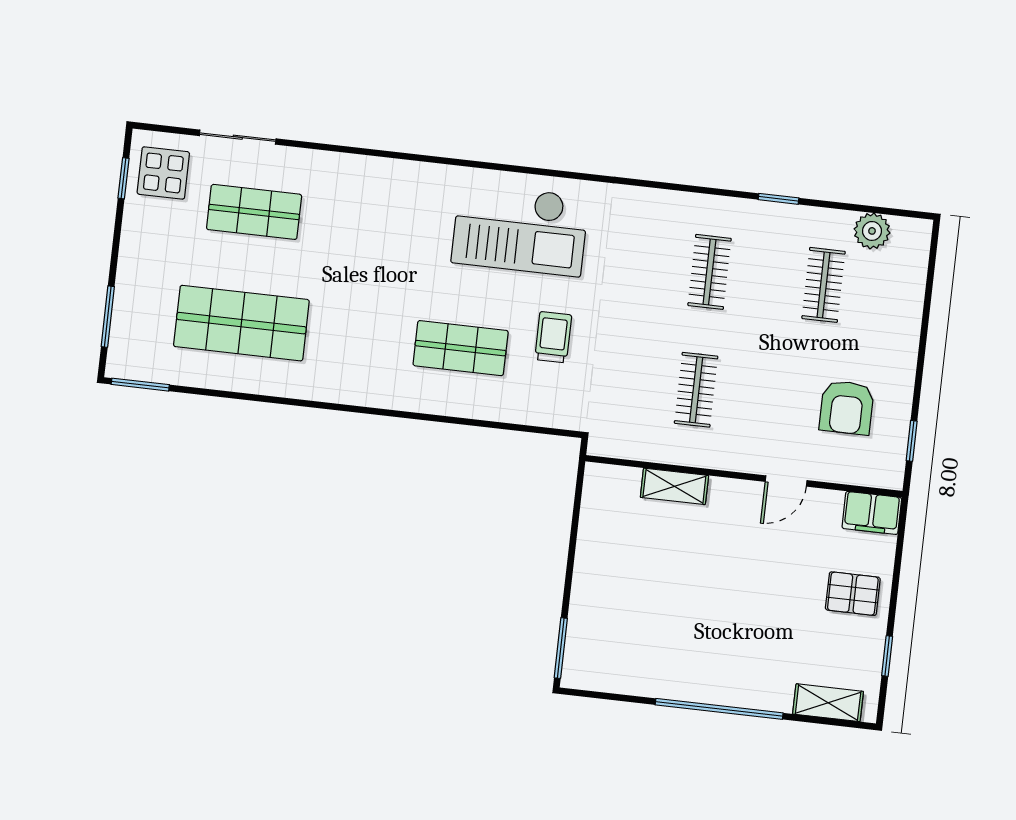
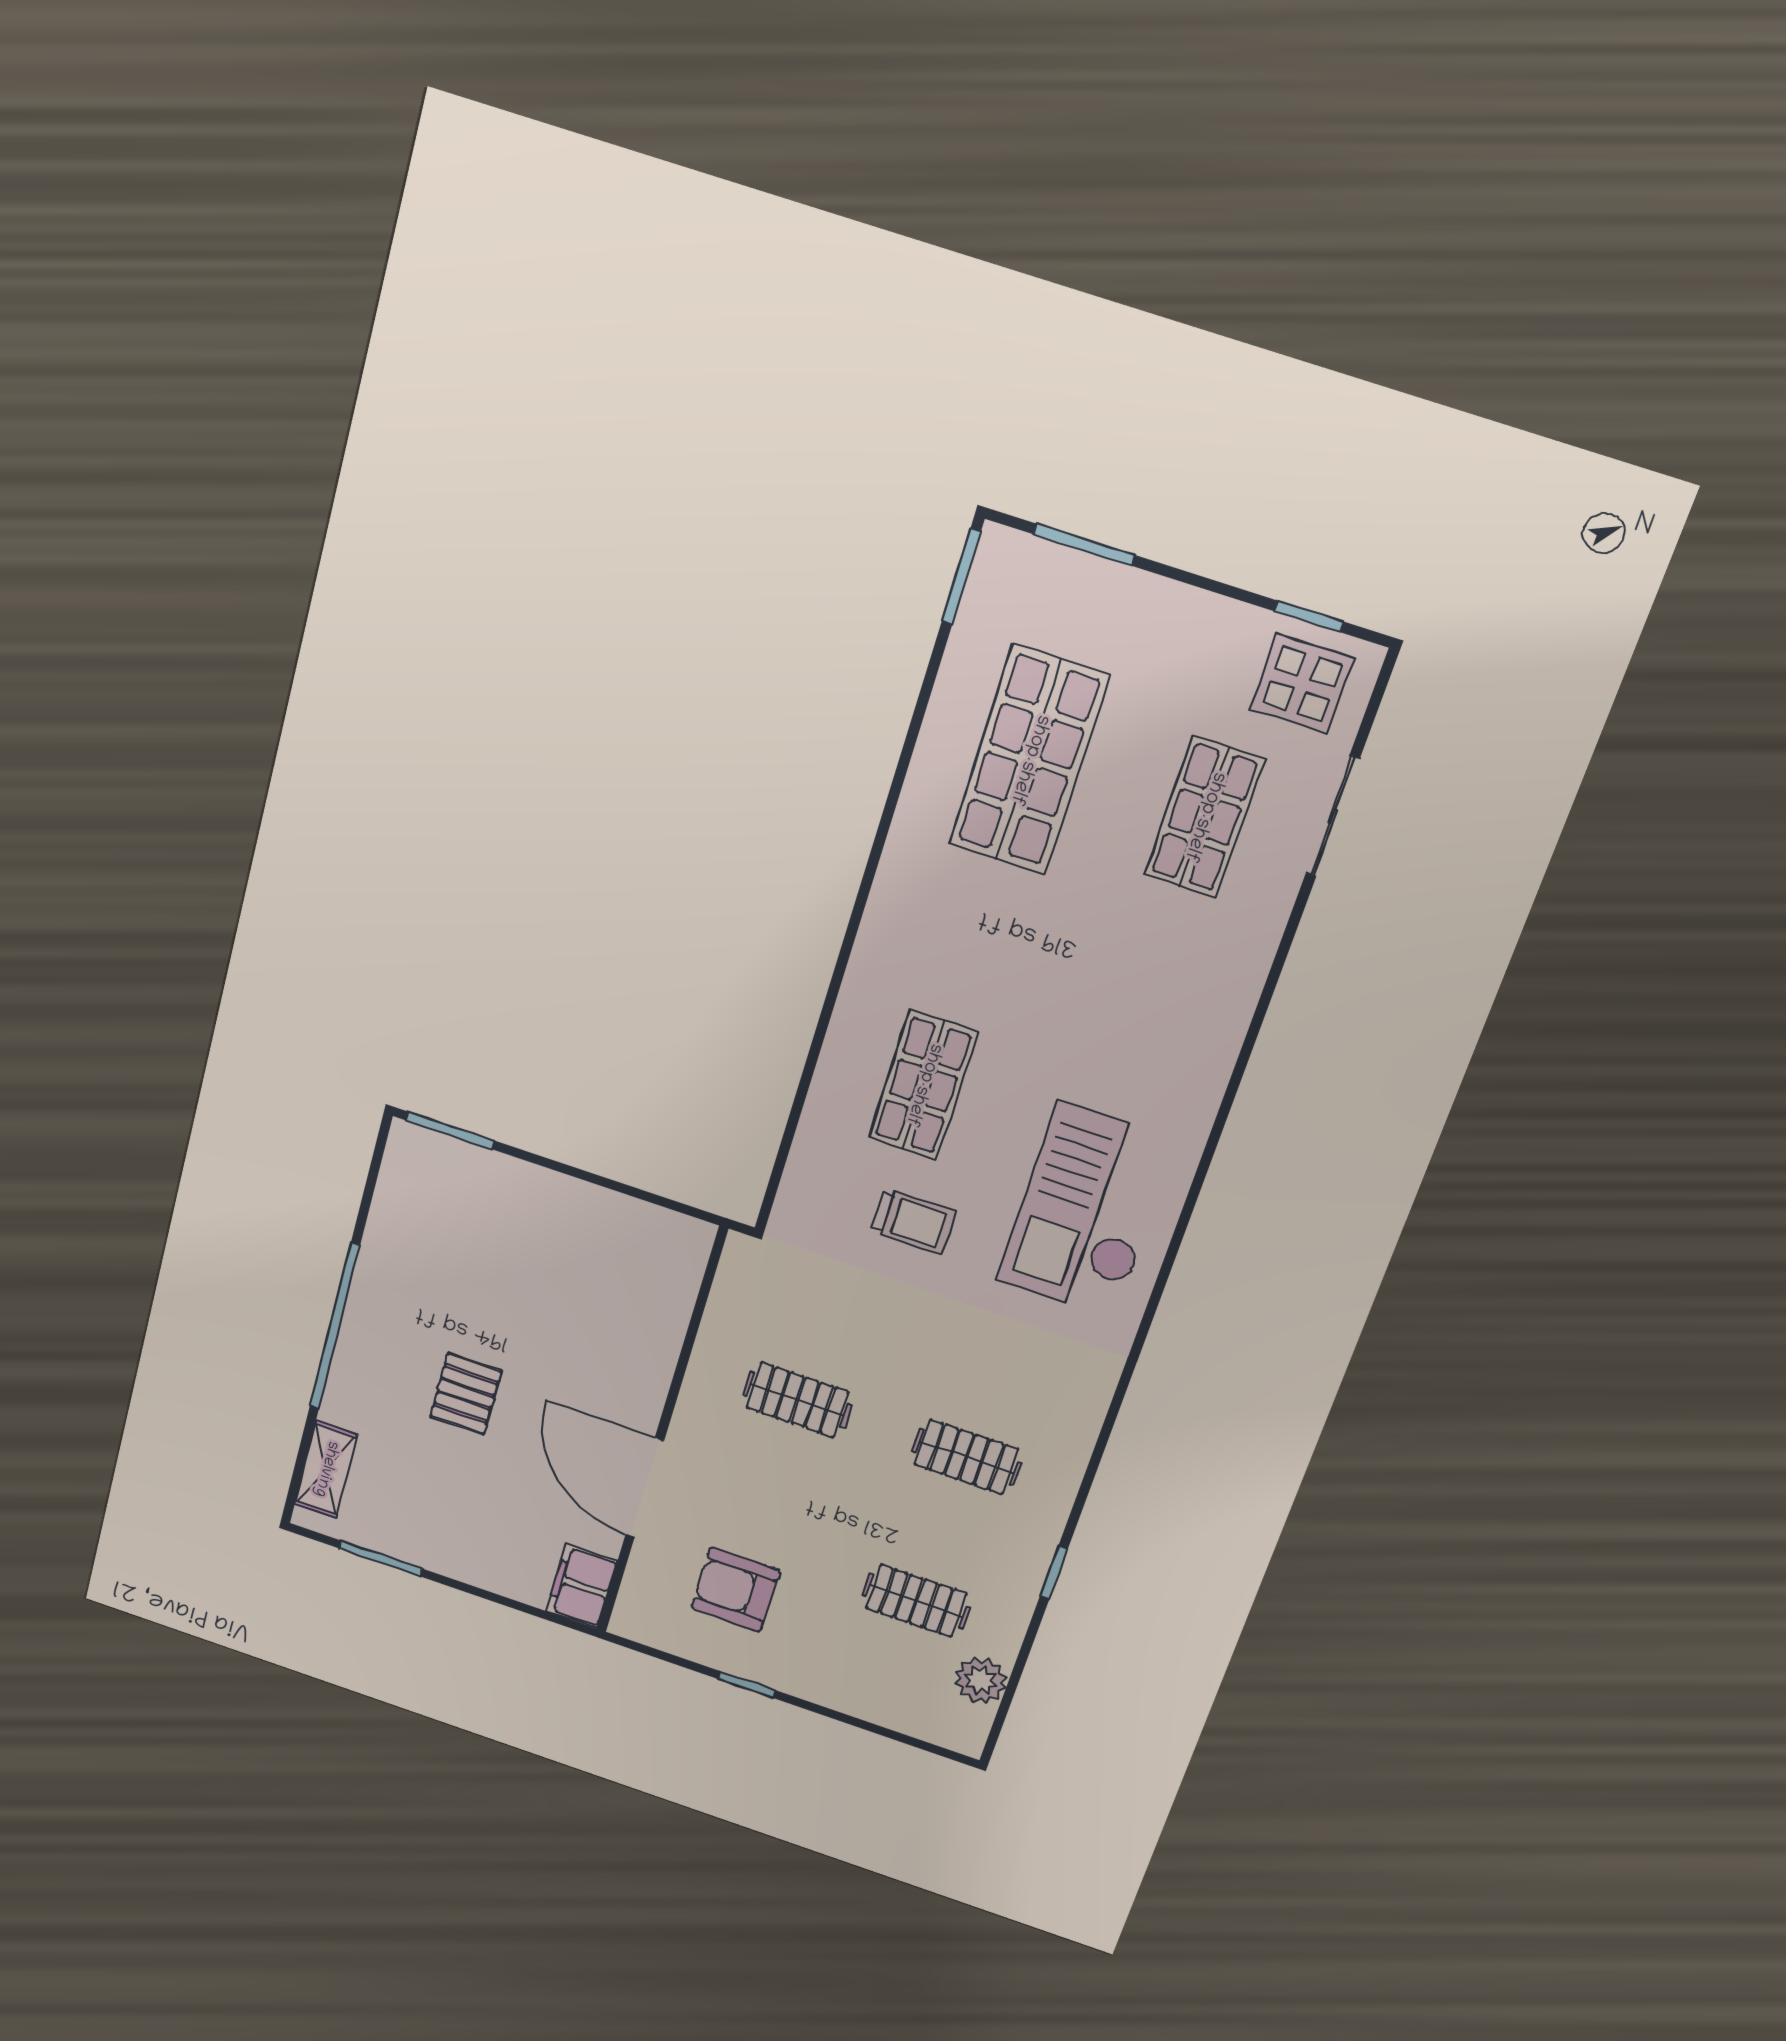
window: (912, 441) -> (747, 1684), moved
door: (786, 481) -> (645, 1488), width x1.88
shelving: (674, 486) -> (662, 1339), removed
pallet: (853, 594) -> (466, 1394), moved
window: (887, 656) -> (381, 1558), width x1.50

